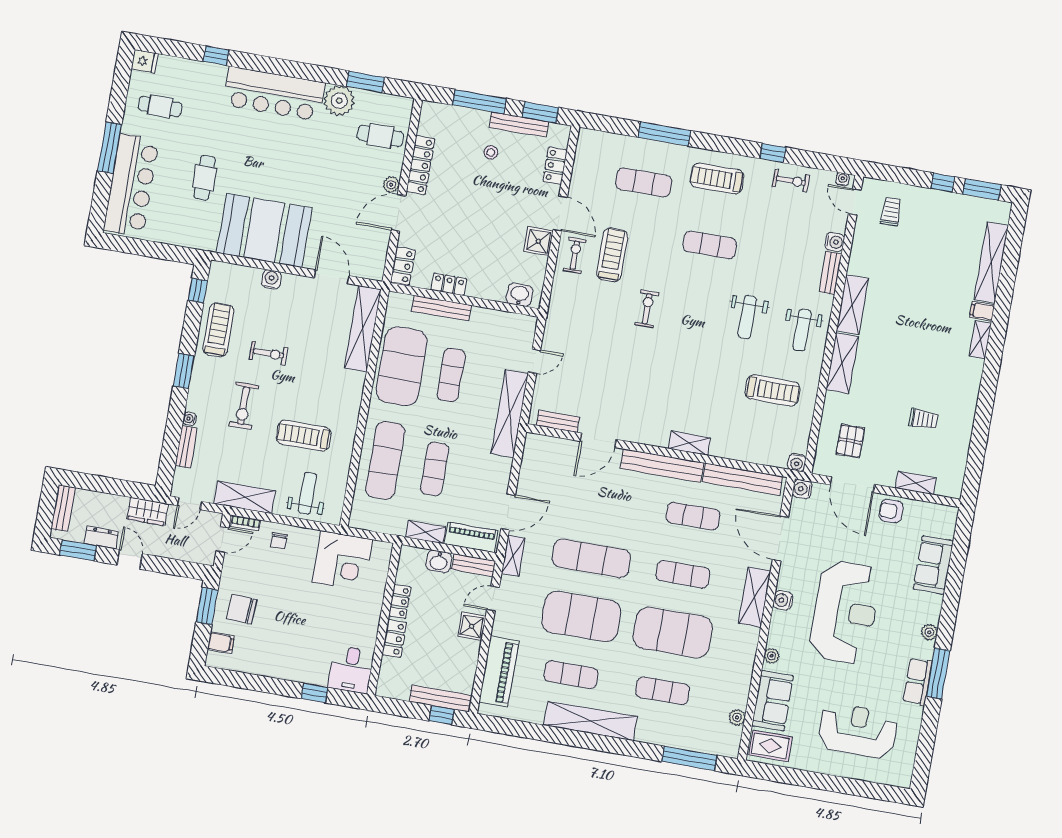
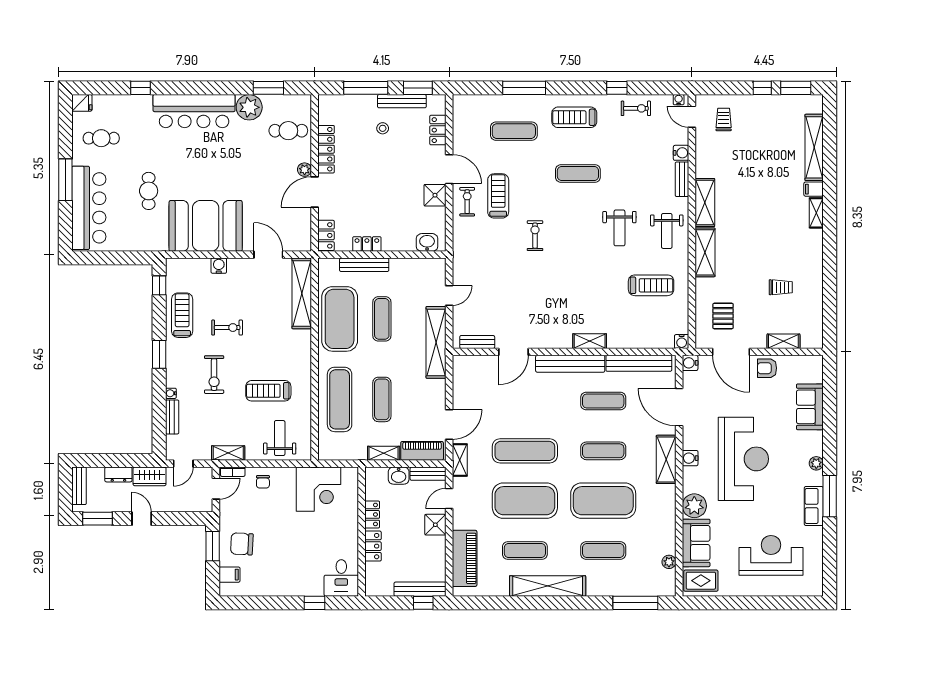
shelving: (245, 497) -> (228, 453), width x0.67, depth x0.75
dresser: (101, 537) -> (118, 474), moved, turned 180
plant: (772, 656) -> (694, 506), width x1.88, depth x1.88

